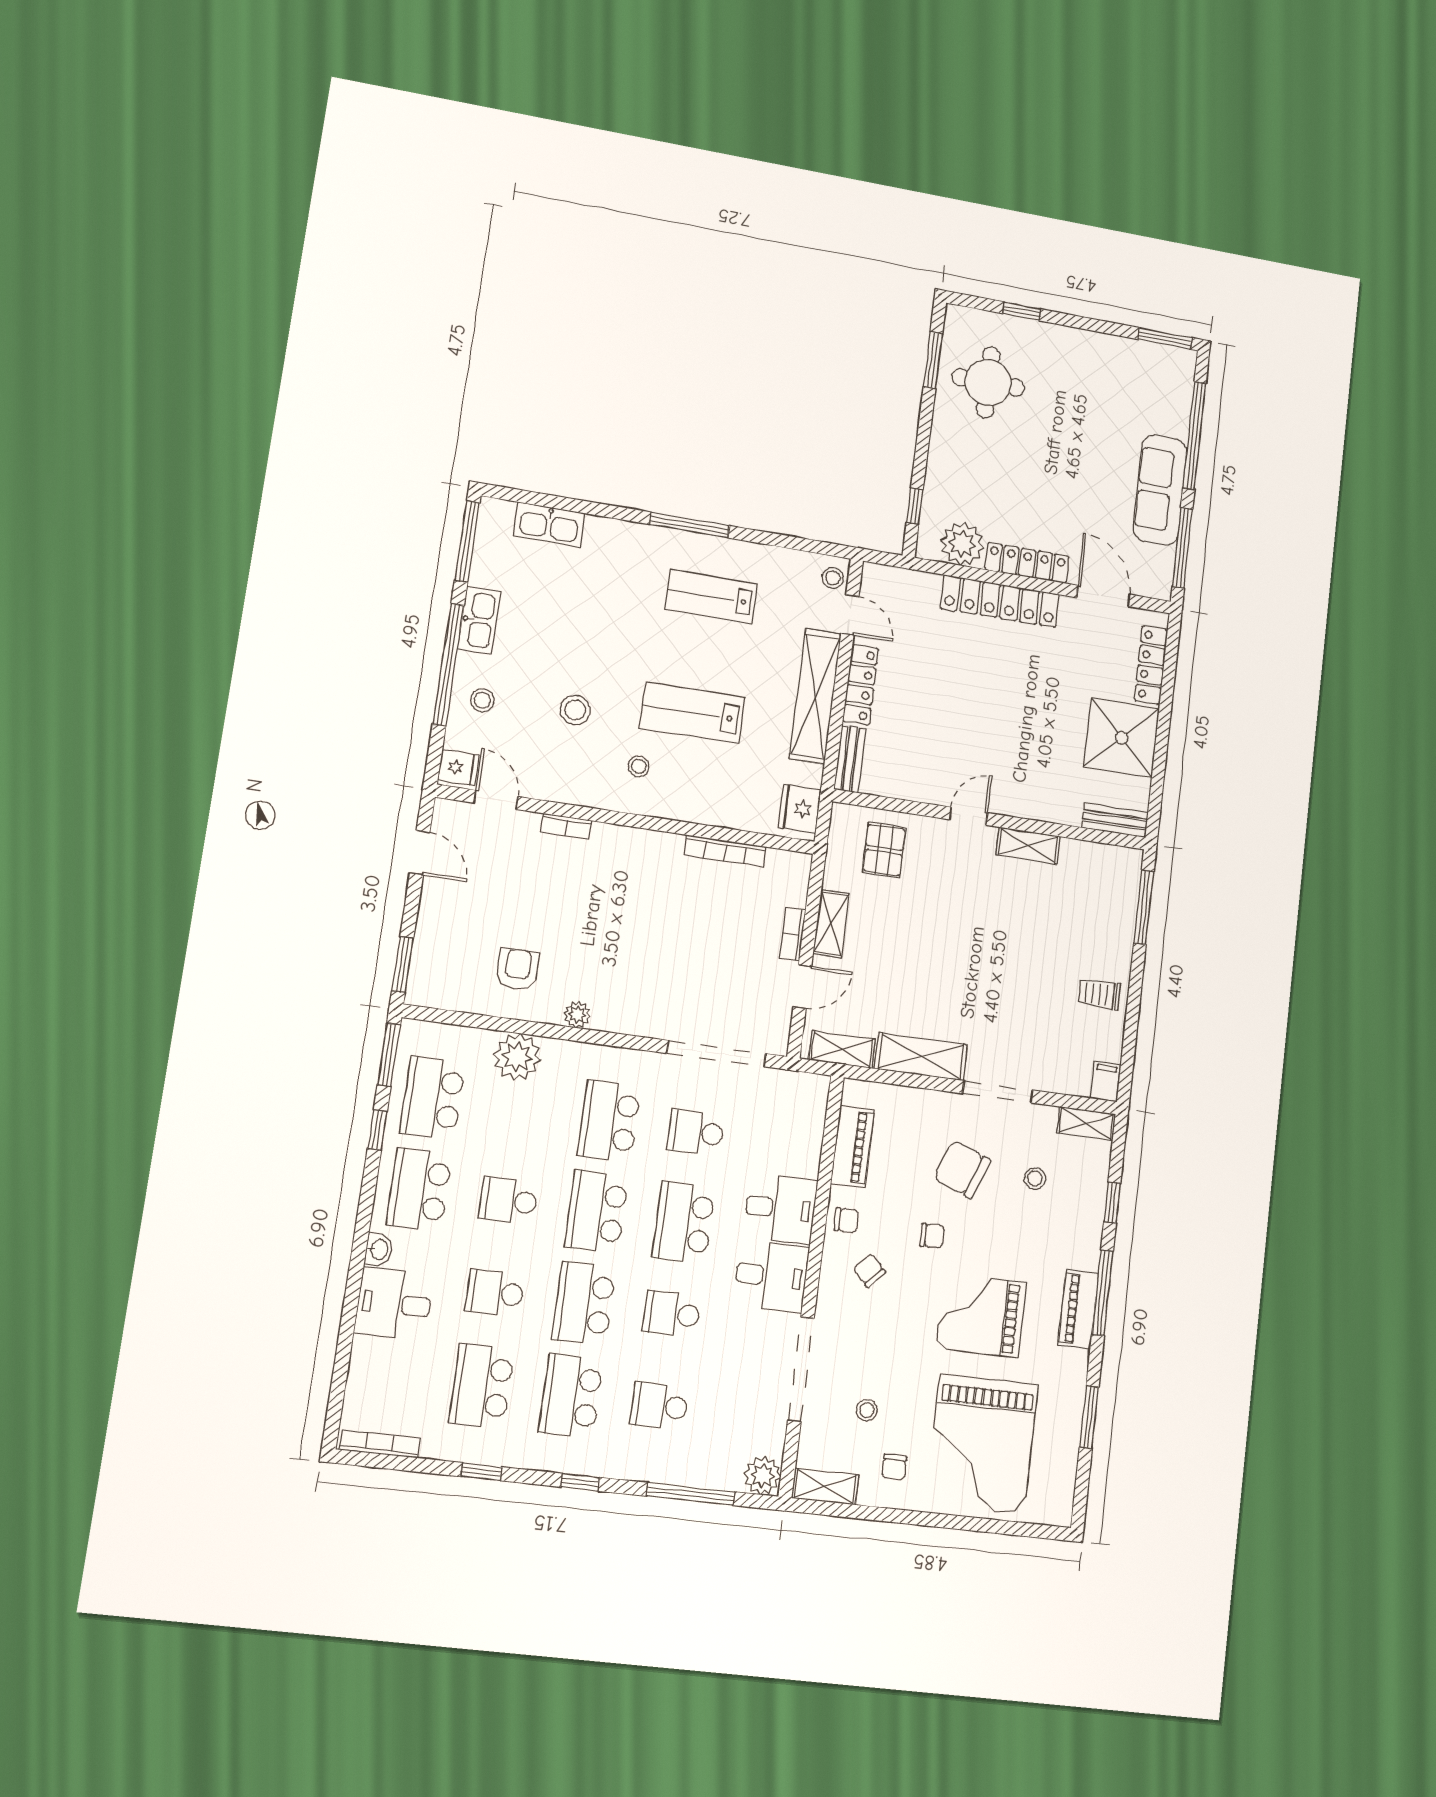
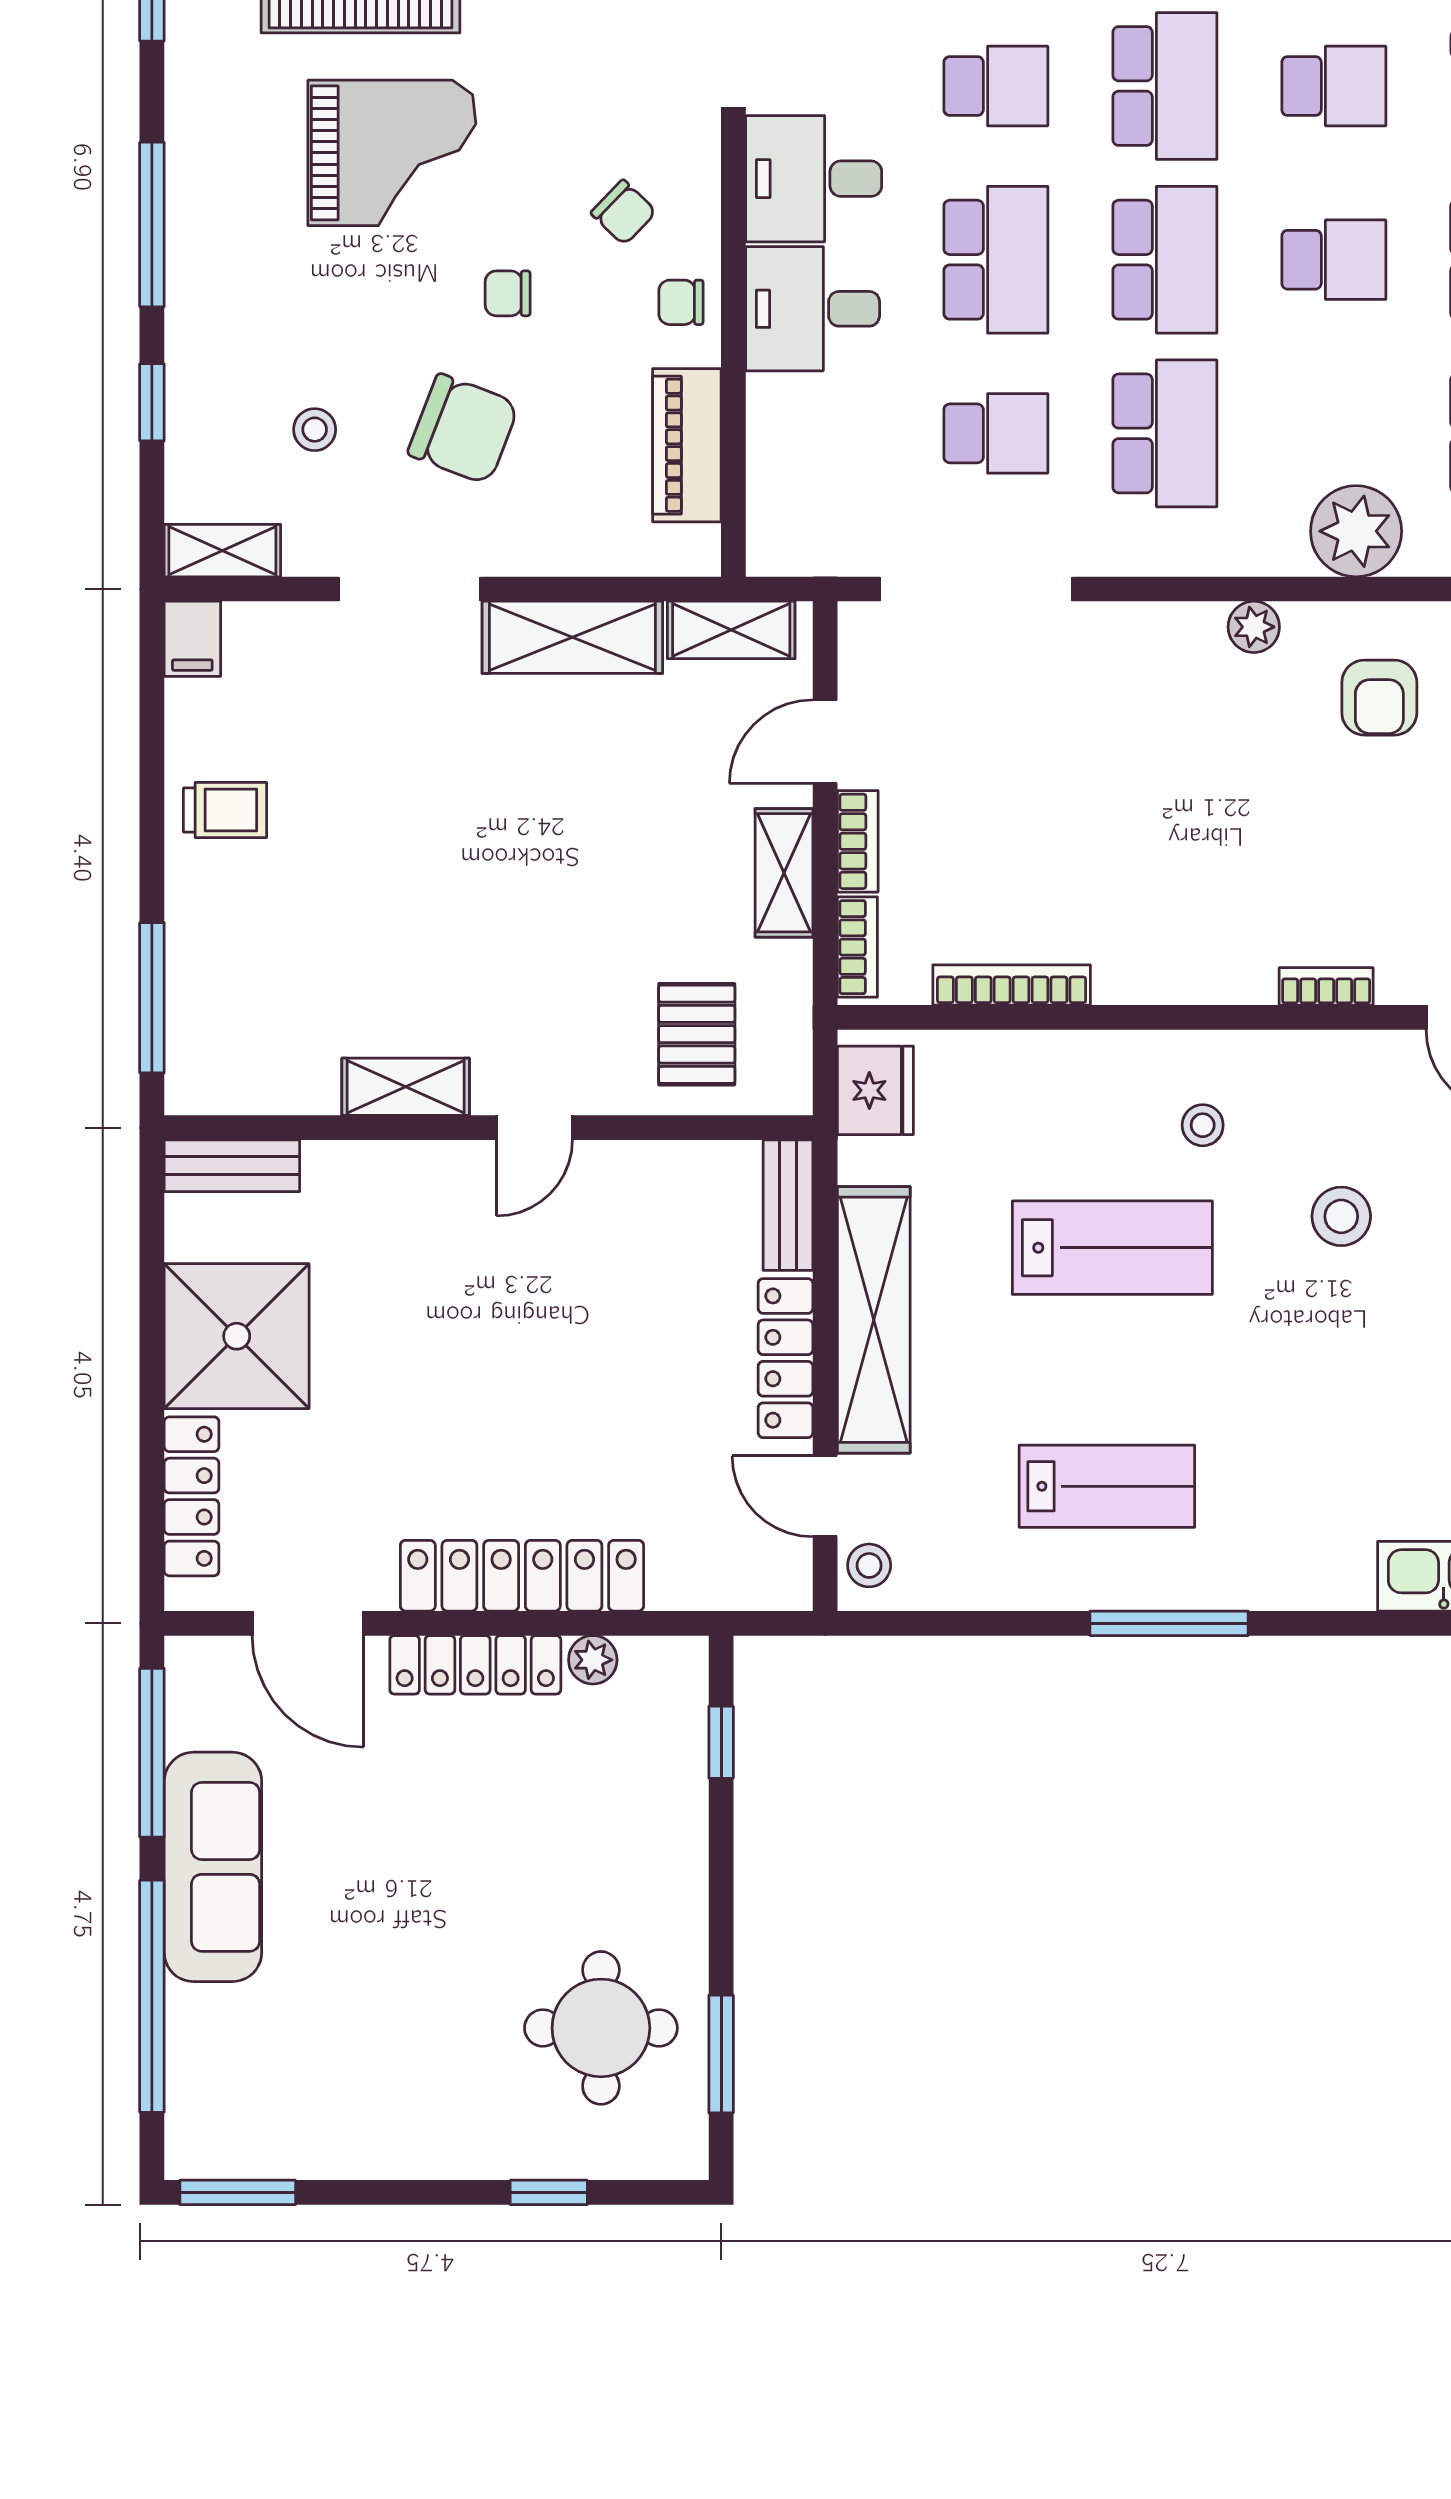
plant: (962, 544) -> (593, 1660), width x0.53, depth x0.53
bookcase: (800, 881) -> (857, 947), added
piano: (1078, 1309) -> (197, 187), removed

